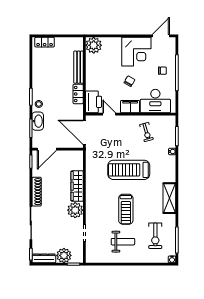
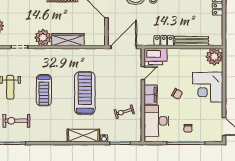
corner desk: (136, 52) -> (208, 87), moved
shelving: (169, 198) -> (83, 135), moved
treadmill: (126, 209) -> (44, 90), turned -90

